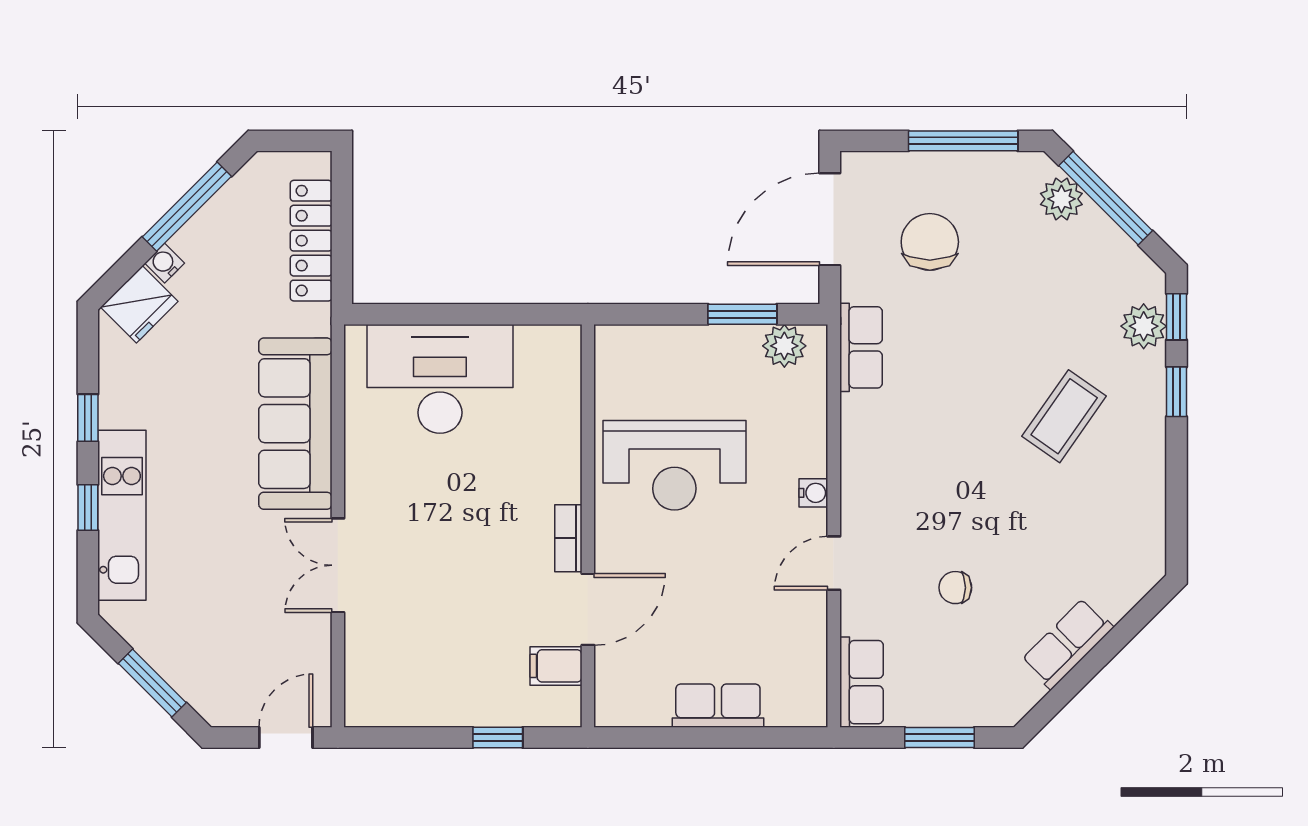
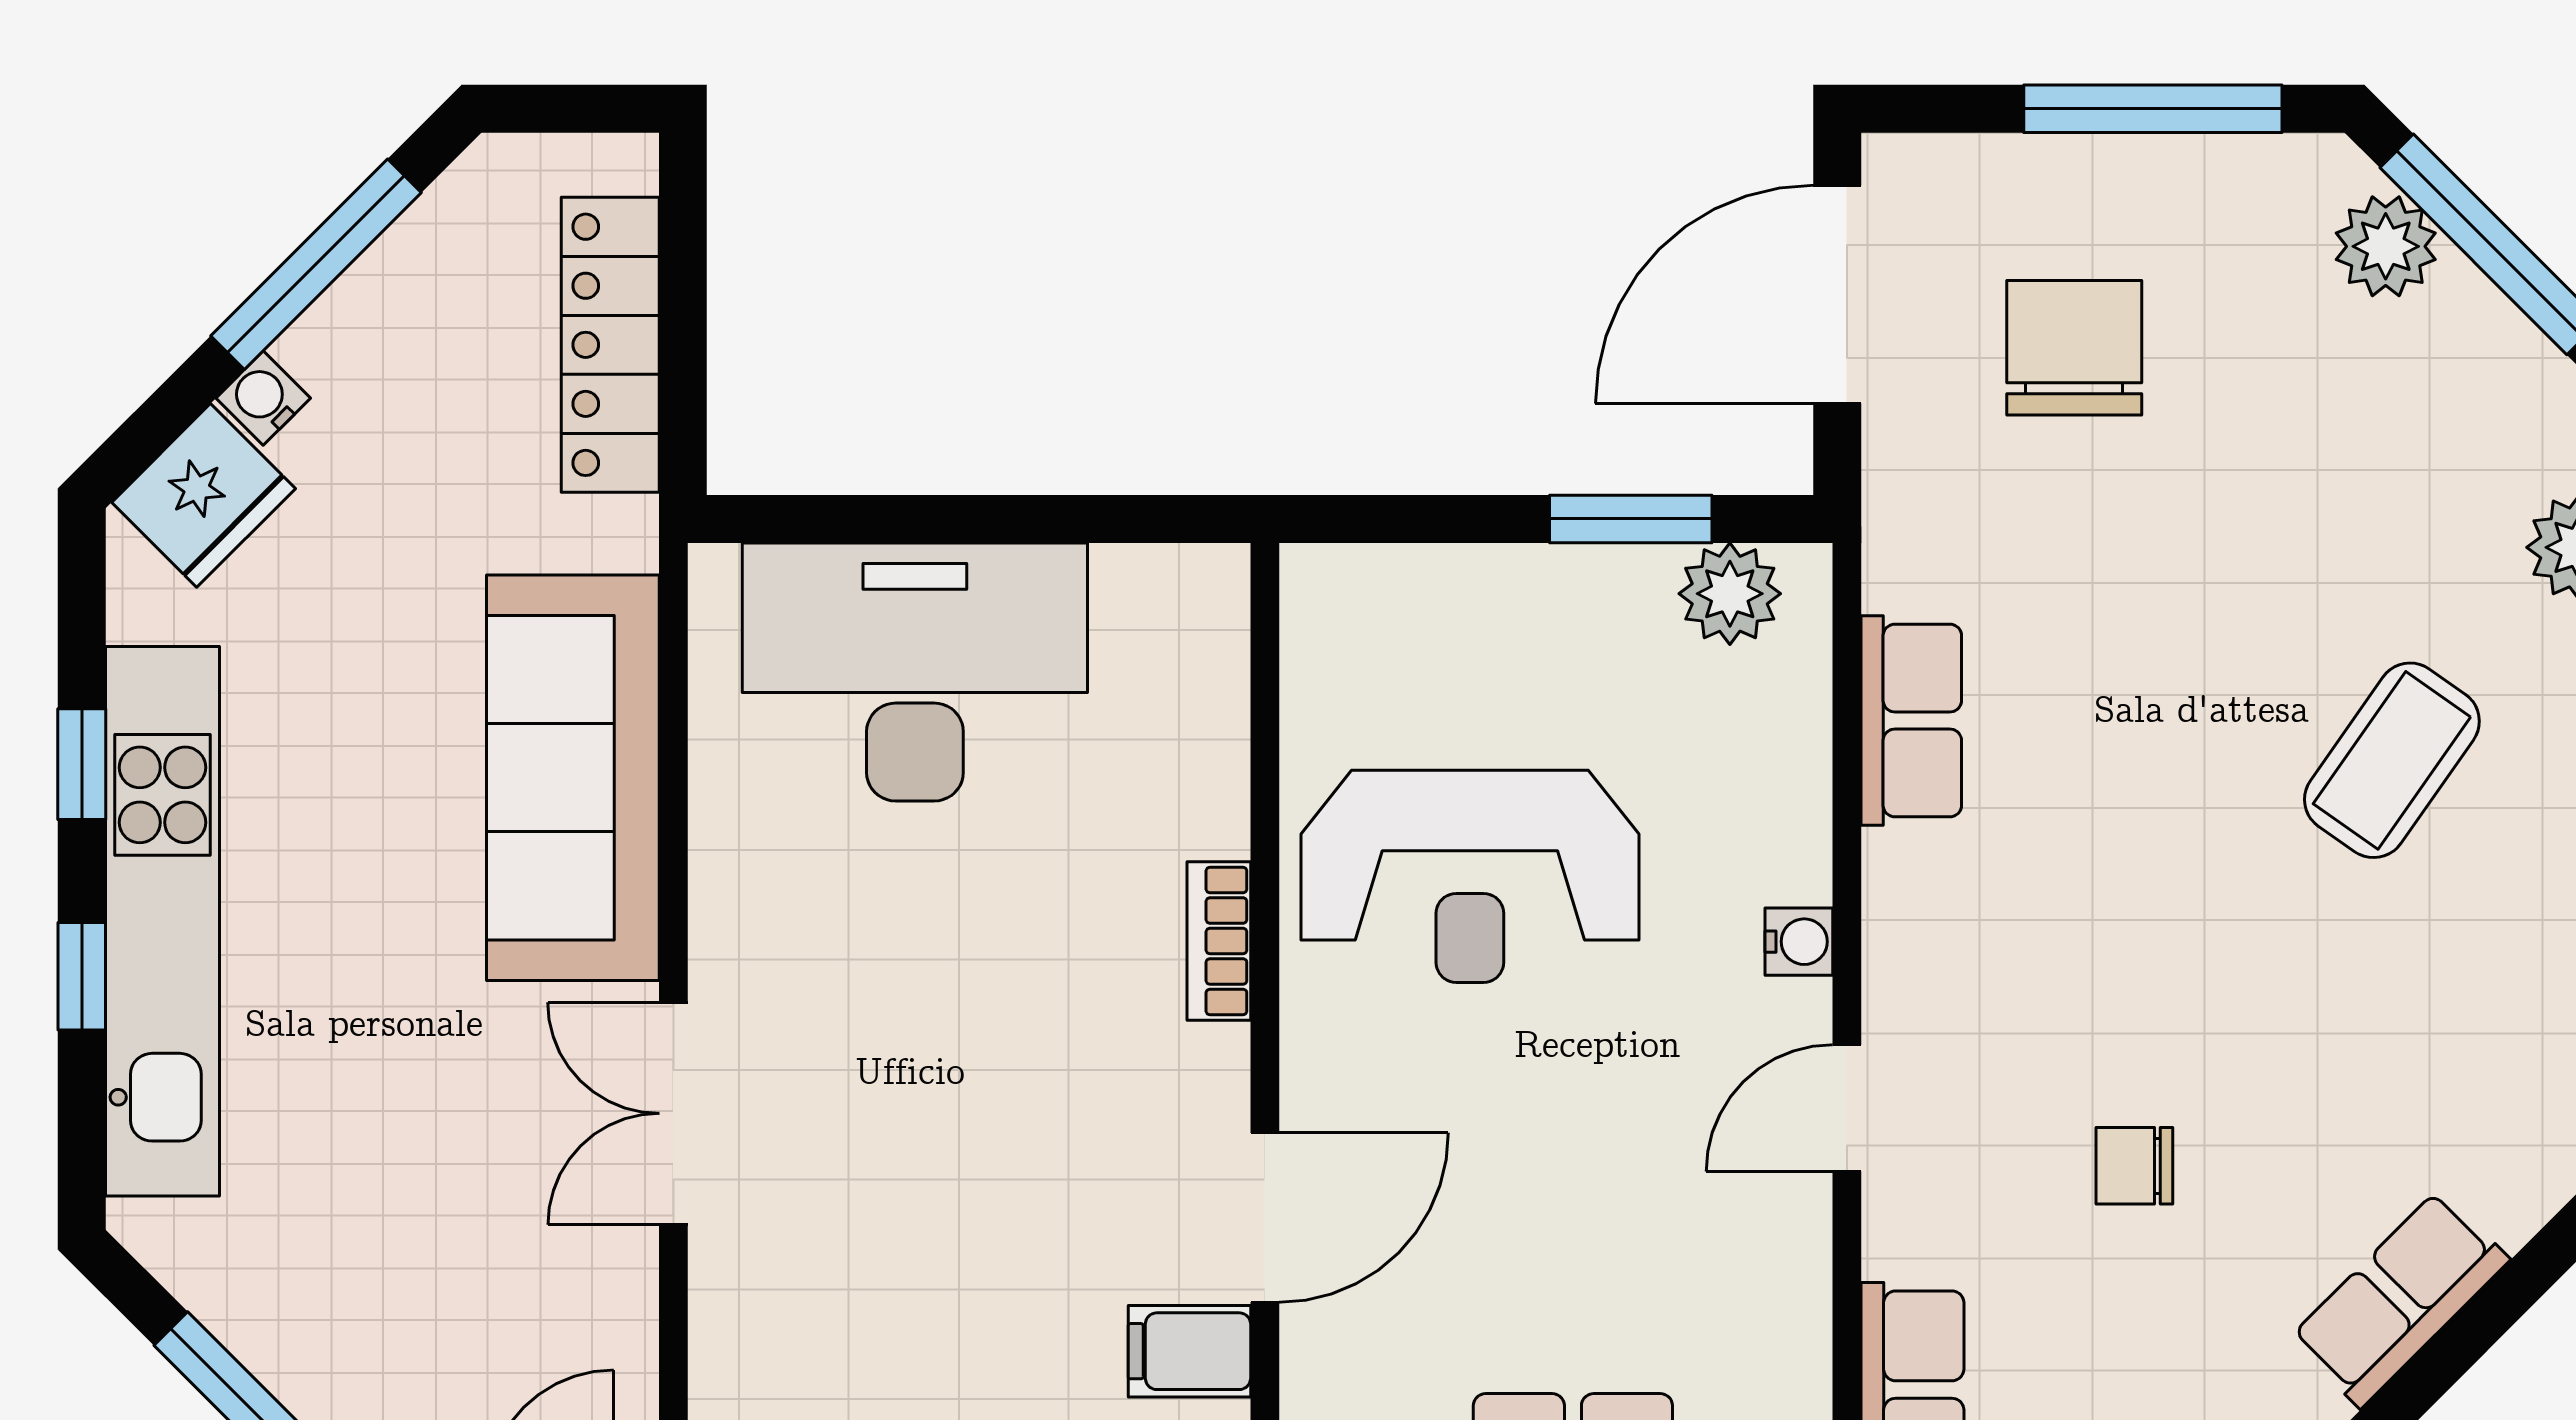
row of seats: (861, 347) -> (1911, 720), moved
kitchen unit: (122, 515) -> (162, 921), width x1.36
bookcase: (568, 538) -> (1219, 941), moved

